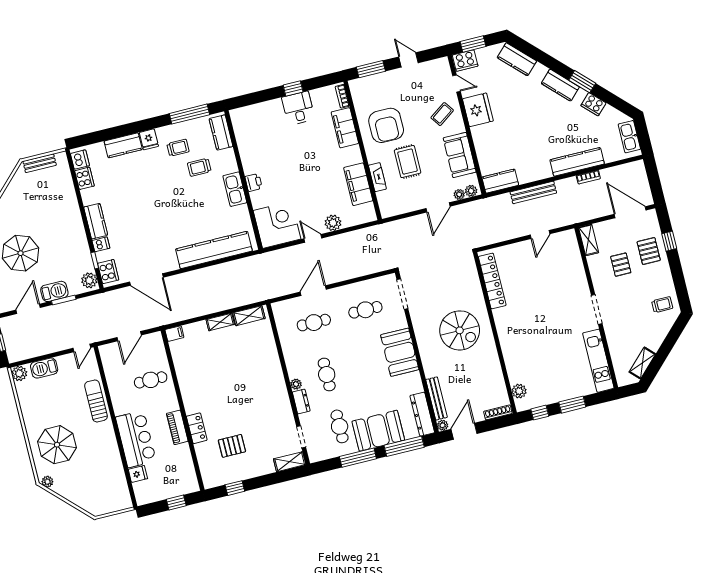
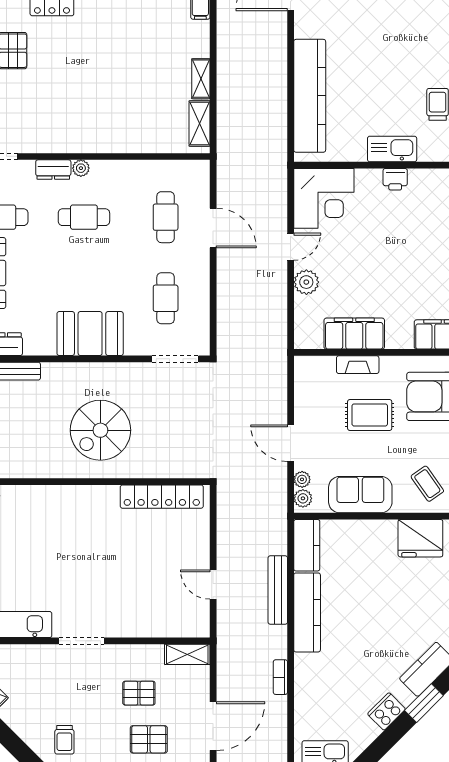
kitchen counter: (577, 162) -> (307, 612), moved

